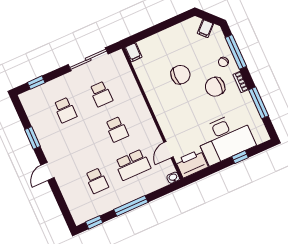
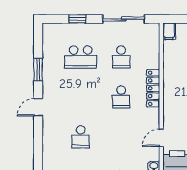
window: (36, 83) -> (77, 19), moved
locker: (142, 109) -> (153, 88), added
school desk: (65, 110) -> (81, 57), width x1.85
school desk: (133, 165) -> (121, 137), removed

